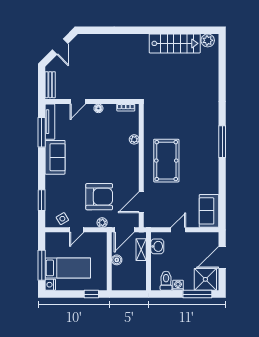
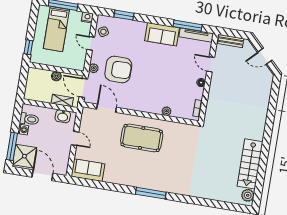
armchair: (99, 197) -> (118, 69), turned -90
nightstand: (50, 285) -> (87, 17), moved

